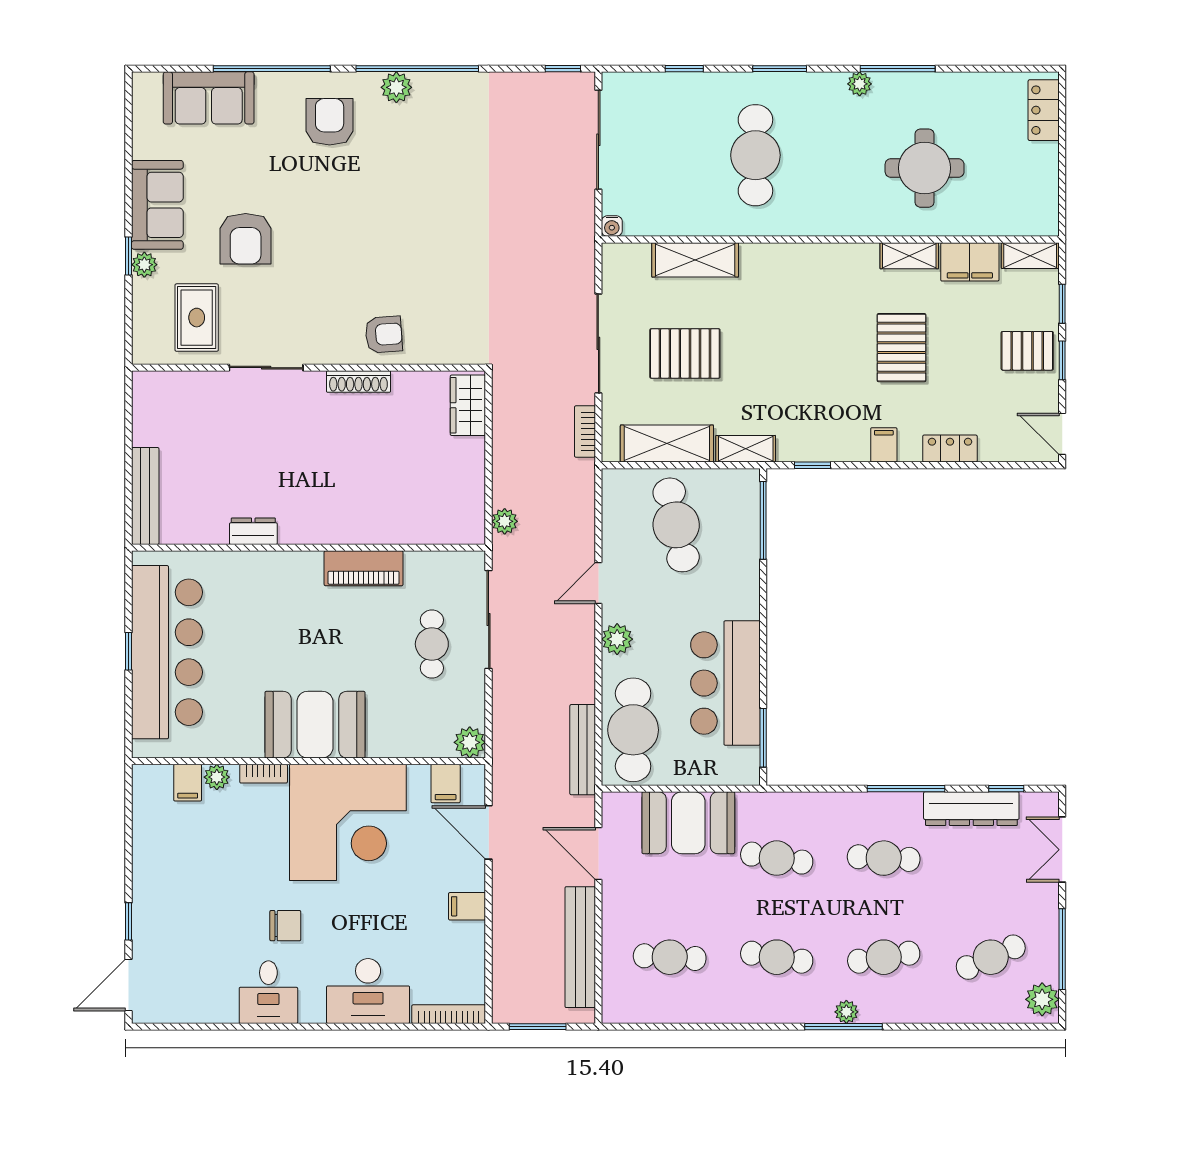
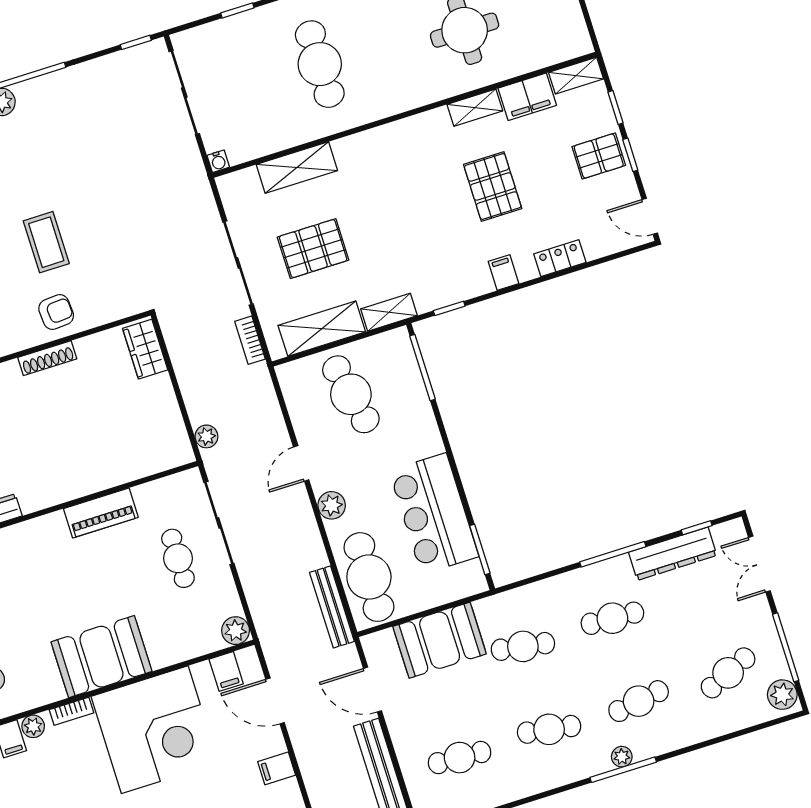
coffee table: (397, 255) -> (46, 242), added

